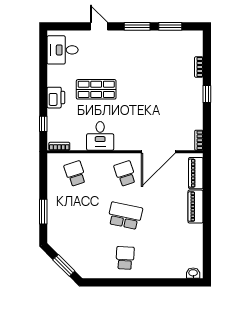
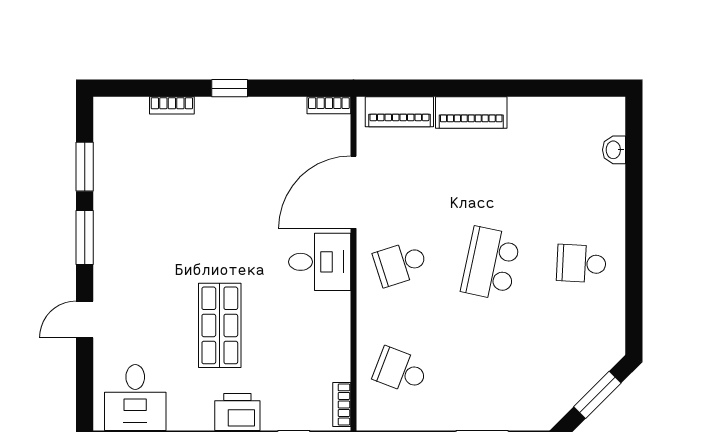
desk: (100, 136) -> (320, 262), moved
door: (158, 152) -> (354, 192), swing flipped
school desk: (75, 174) -> (400, 371), turned 39
washbasin: (193, 273) -> (614, 150), moved

